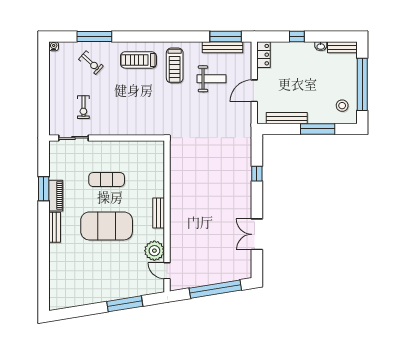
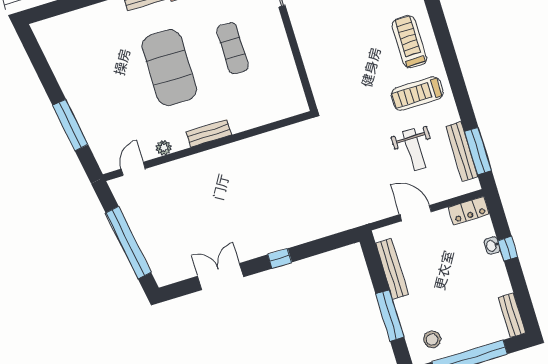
washbasin: (321, 46) -> (492, 246), moved
window: (257, 174) -> (280, 258), moved
plant: (154, 251) -> (164, 148), width x0.53, depth x0.53

